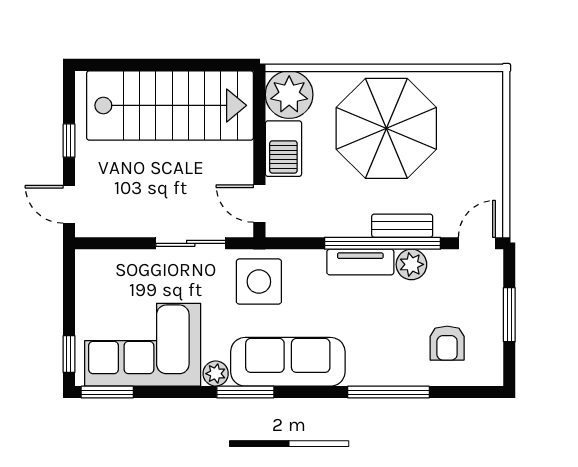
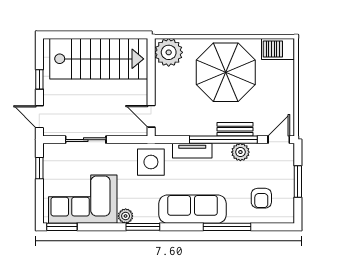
barbecue: (283, 149) -> (278, 49), moved, turned 90
sliding door: (191, 243) -> (86, 140), moved
tv unit: (360, 262) -> (192, 151), moved
window: (69, 354) -> (39, 168), moved
sofa: (288, 362) -> (193, 209), moved

